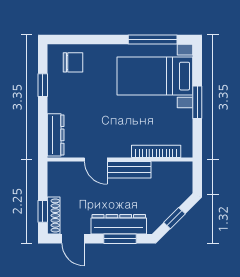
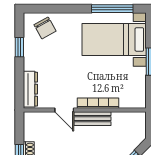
chair: (73, 62) -> (45, 28), turned 61
bookcase: (156, 151) -> (98, 103), moved

